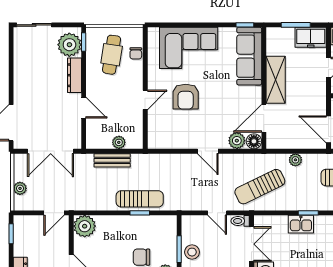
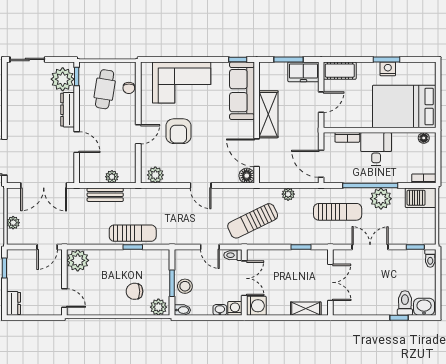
door: (264, 118) -> (257, 153), hinge flipped
plant: (237, 141) -> (155, 175), moved
kitchen sink: (301, 224) -> (294, 258), removed

